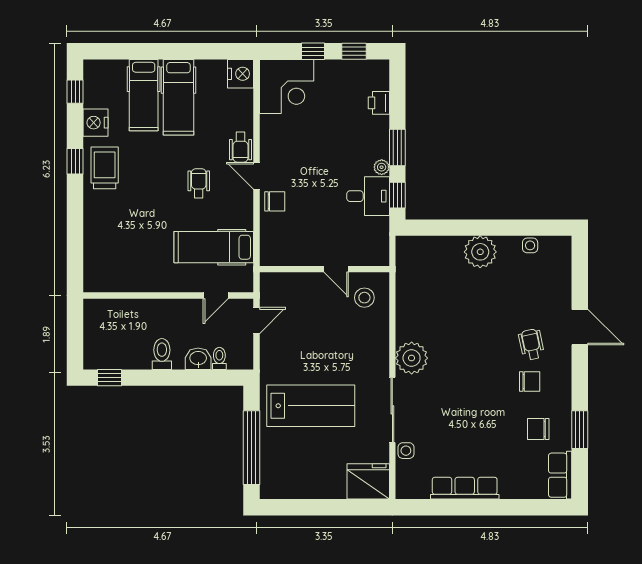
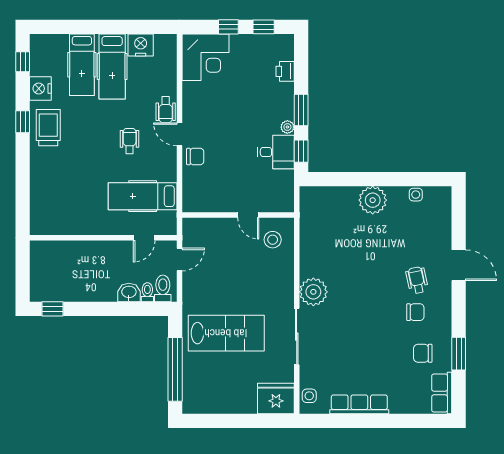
nightstand: (241, 74) -> (141, 45), moved, turned -90
toilet: (162, 354) -> (163, 288), moved
side table: (406, 451) -> (309, 396), moved

